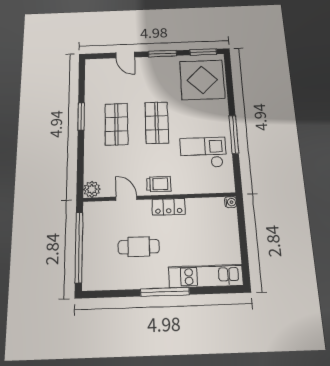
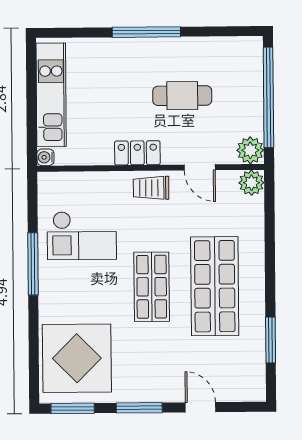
window: (81, 116) -> (271, 340), moved
shop shelf: (116, 124) -> (215, 286), width x1.43, depth x1.36
plant: (92, 211) -> (250, 150), added
kitchen unit: (206, 276) -> (51, 95), moved, turned -90

